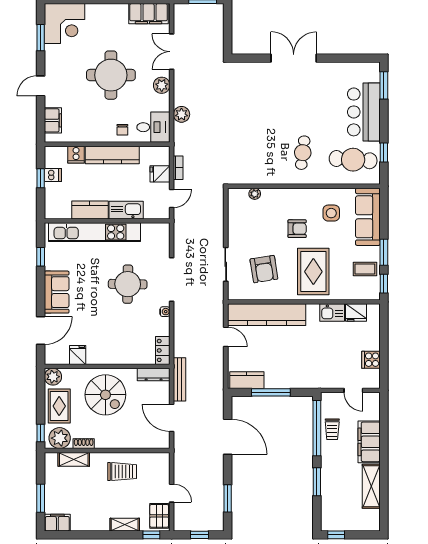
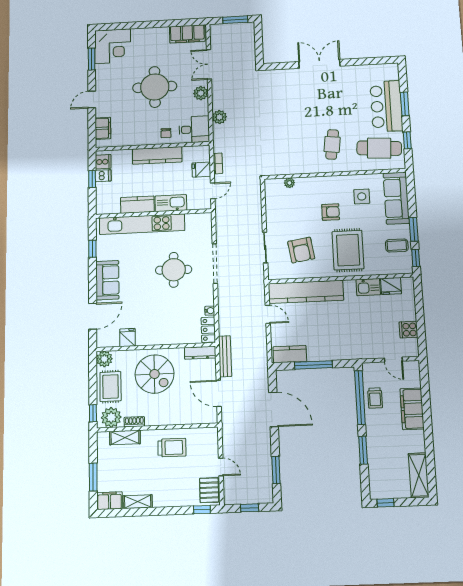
window: (384, 85) -> (405, 104), moved
cooker: (76, 155) -> (103, 162), moved, turned -90
water cooler: (165, 312) -> (210, 311), moved
shelving: (371, 486) -> (419, 475), moved
shelving: (125, 525) -> (138, 502), moved

